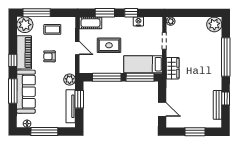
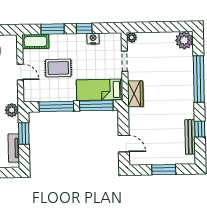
tv unit: (71, 106) -> (14, 148), width x0.71

